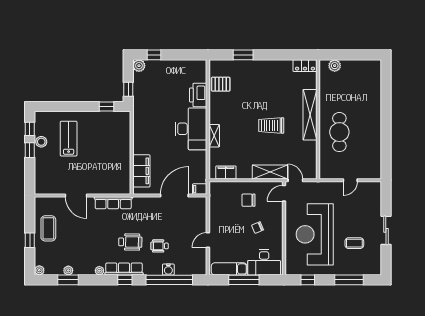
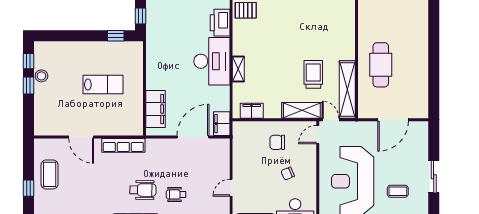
shelving: (310, 115) -> (347, 90), moved
trolley: (271, 126) -> (313, 74), moved, turned 90
lab bench: (69, 139) -> (103, 85), moved, turned 90
door: (350, 180) -> (393, 120), width x1.87
filing cabinet: (200, 189) -> (222, 124), width x2.00

